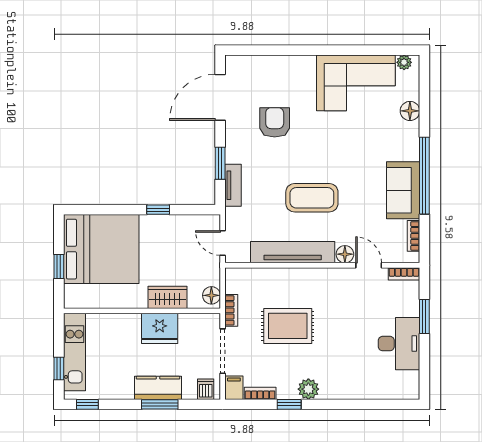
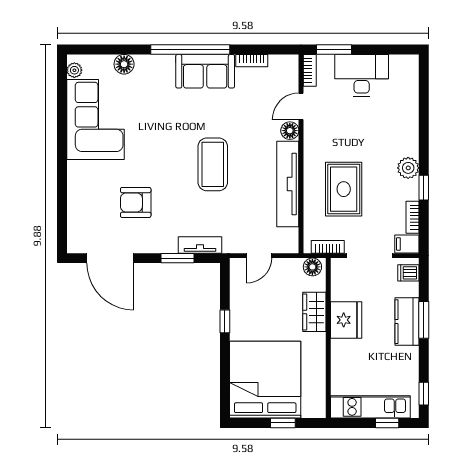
tv unit: (293, 252) -> (288, 184), moved
floor lamp: (345, 254) -> (290, 131), moved
wall: (322, 265) -> (301, 154), moved
door: (369, 265) -> (301, 106), moved
bookcase: (404, 274) -> (310, 70), moved

